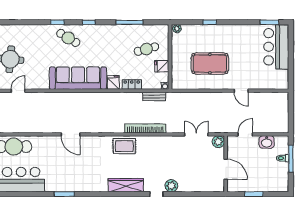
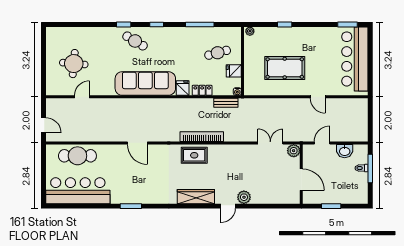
bar counter: (276, 47) -> (355, 59), width x1.36
bookcase: (145, 128) -> (202, 137), moved

